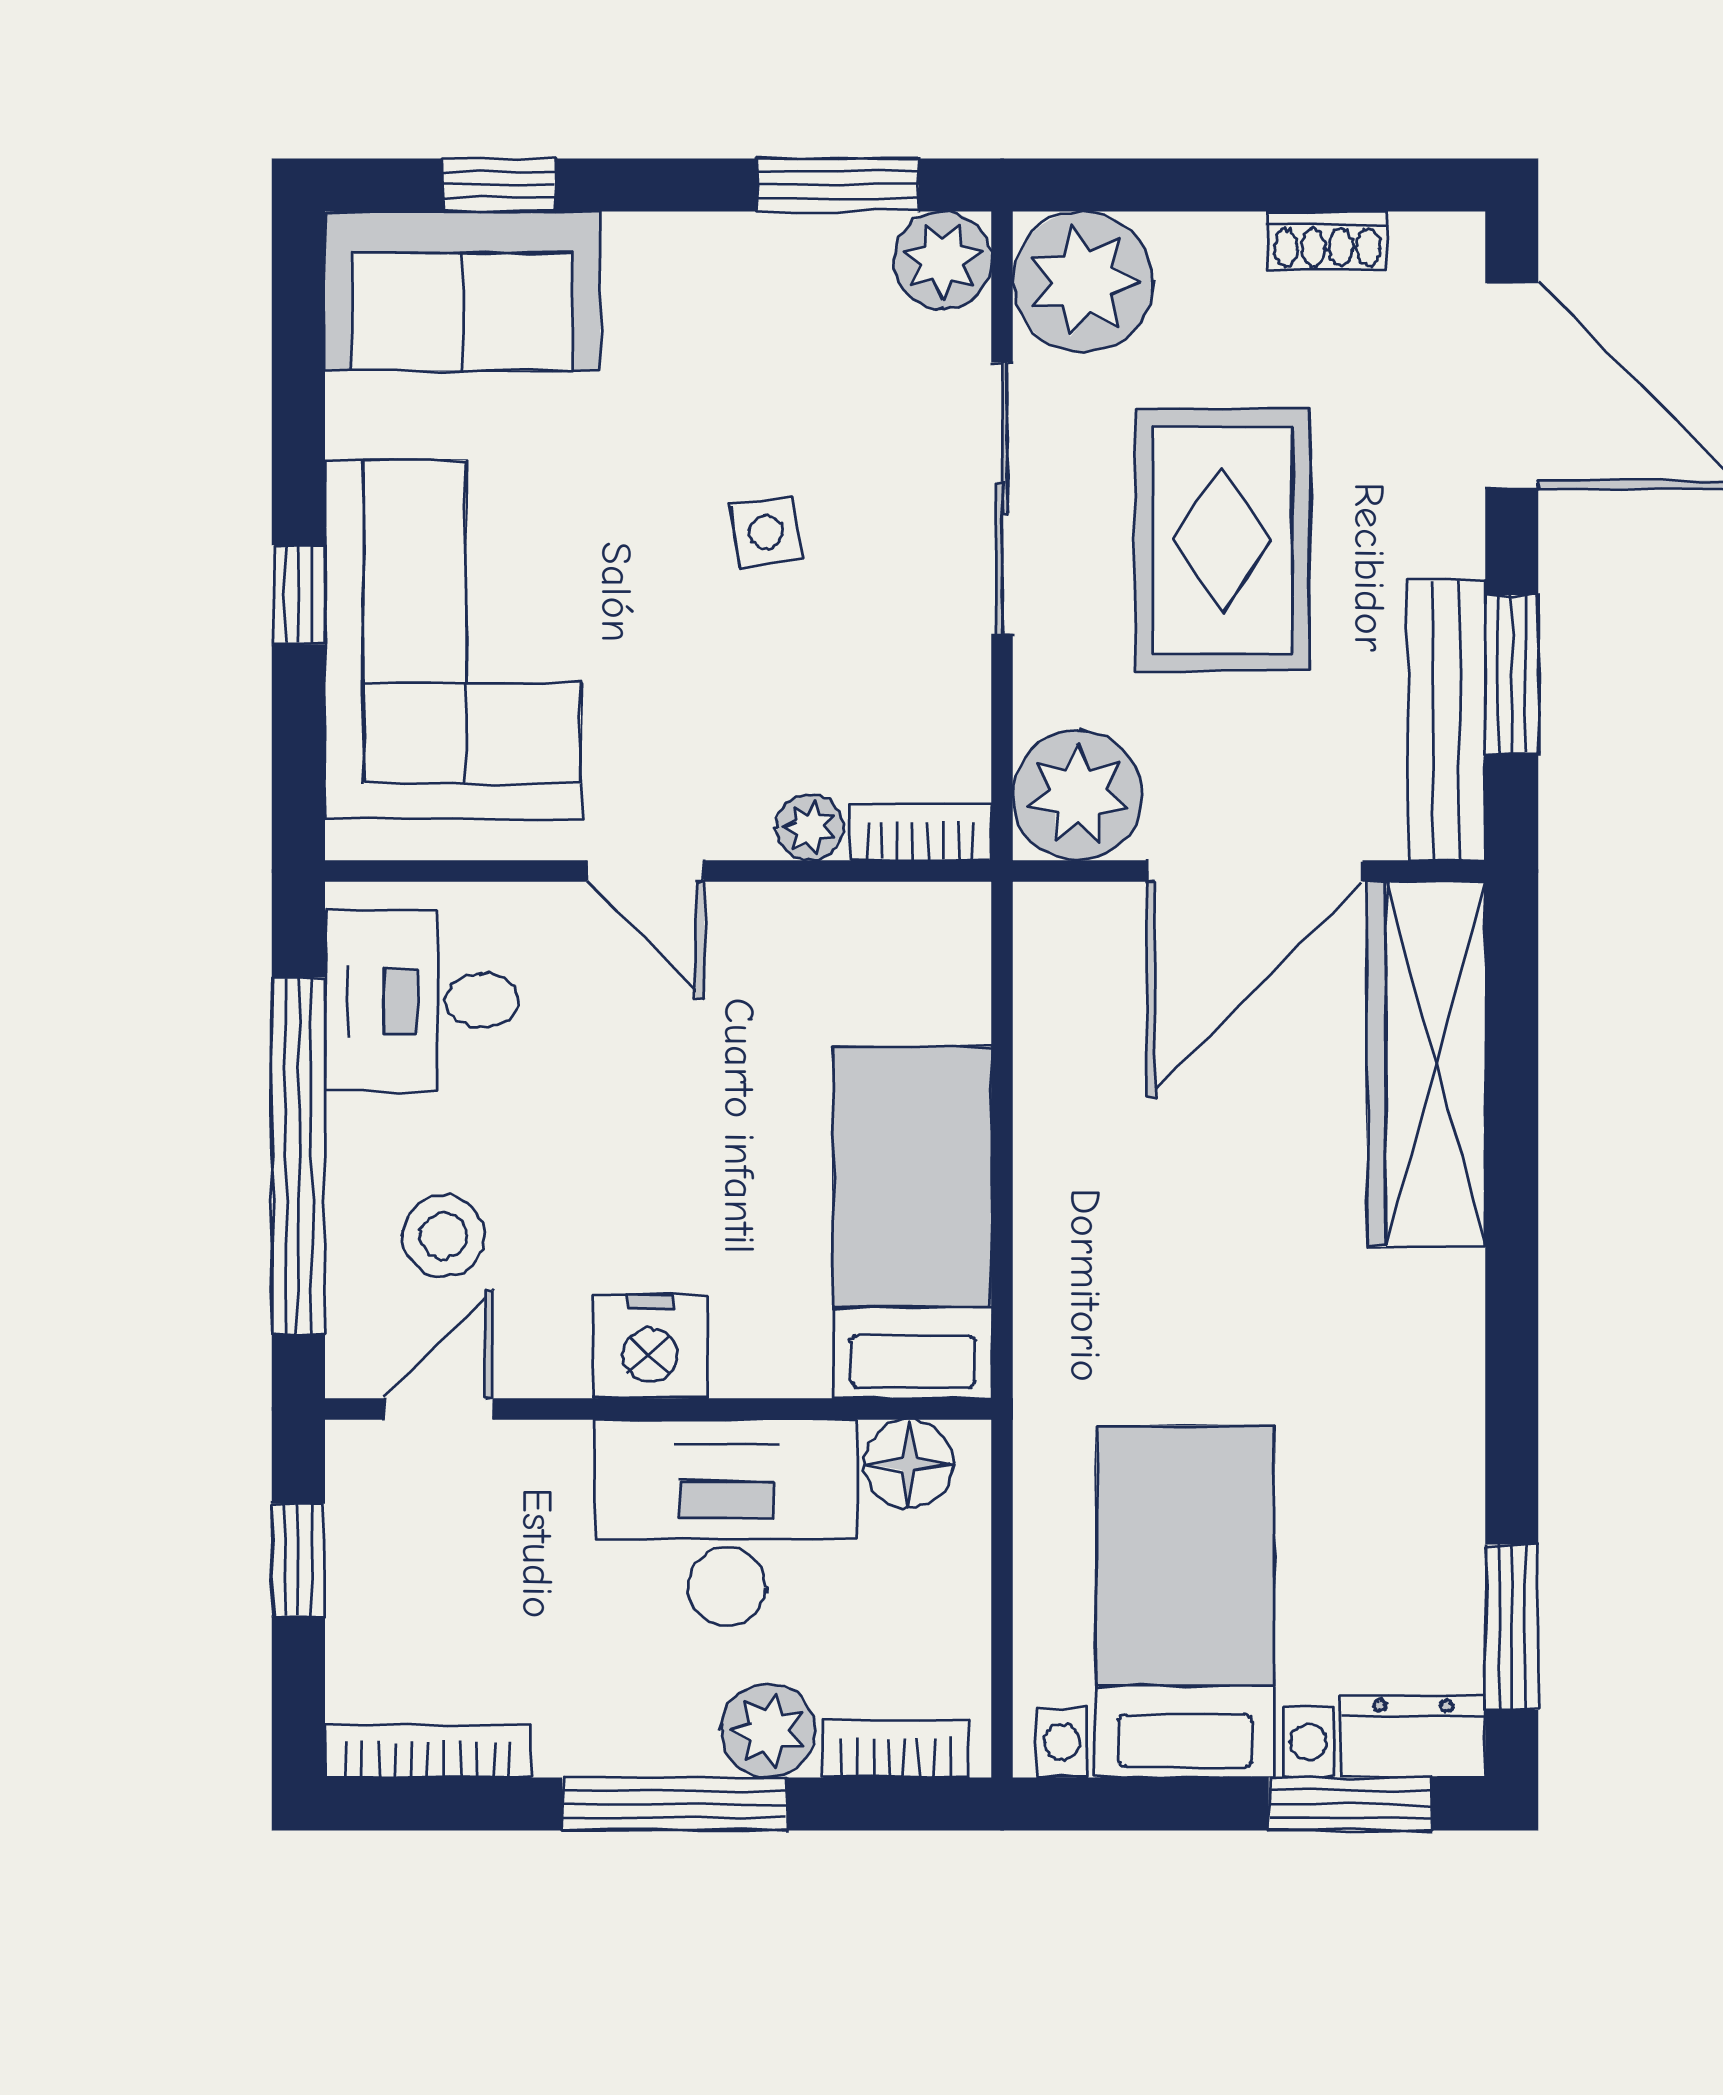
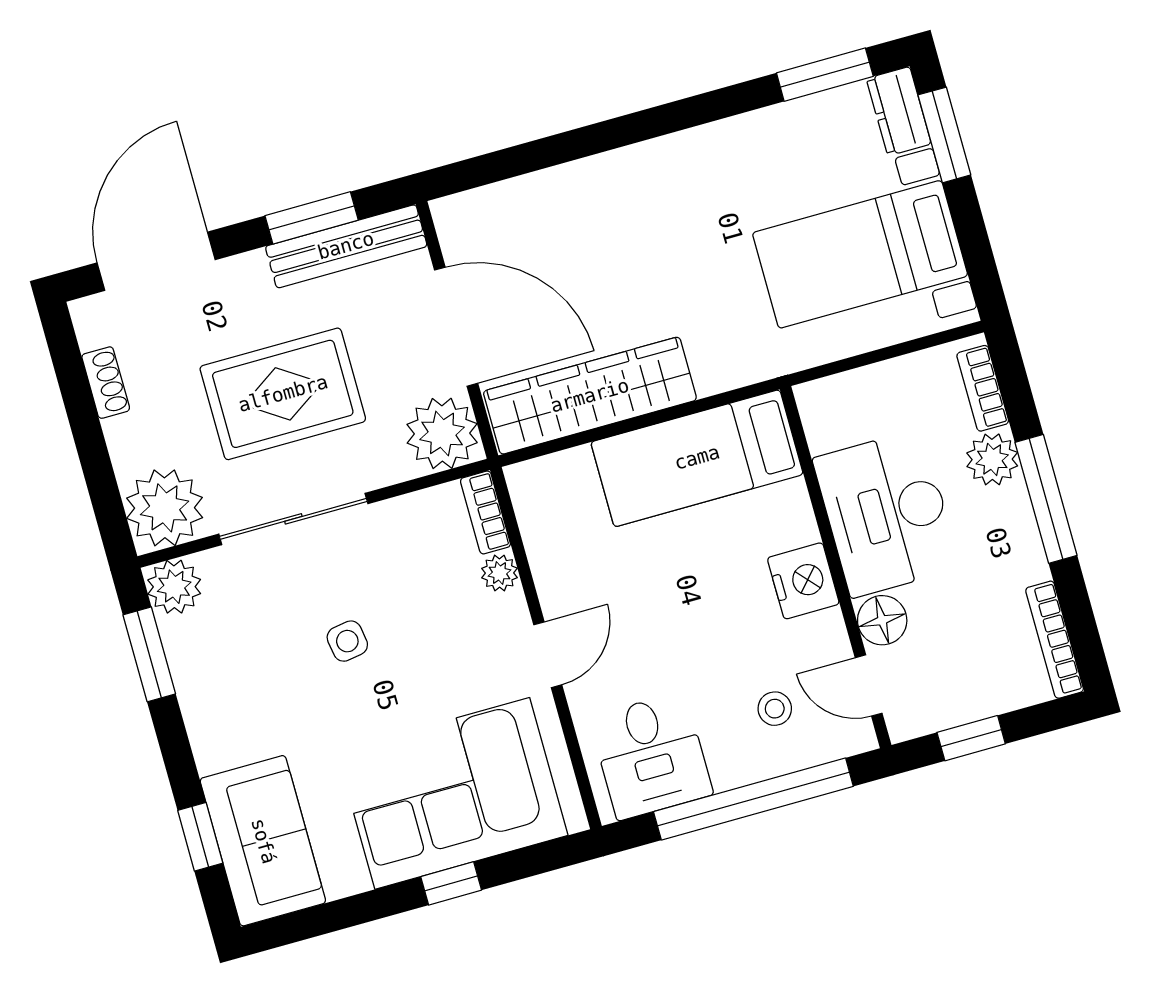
wardrobe: (1426, 1064) -> (590, 396), moved, turned 180
stool: (444, 1236) -> (775, 709), width x0.73, depth x0.73
floor lamp: (909, 1464) -> (882, 620), moved

